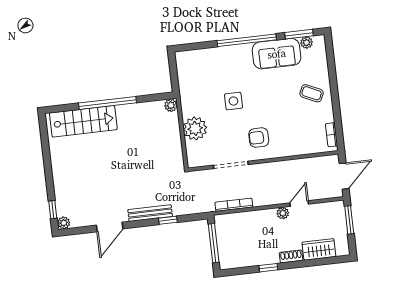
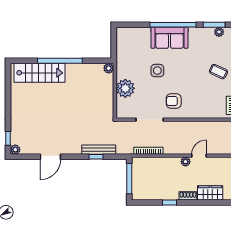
sofa: (277, 54) -> (169, 38), moved
bench: (150, 213) -> (99, 150), moved

